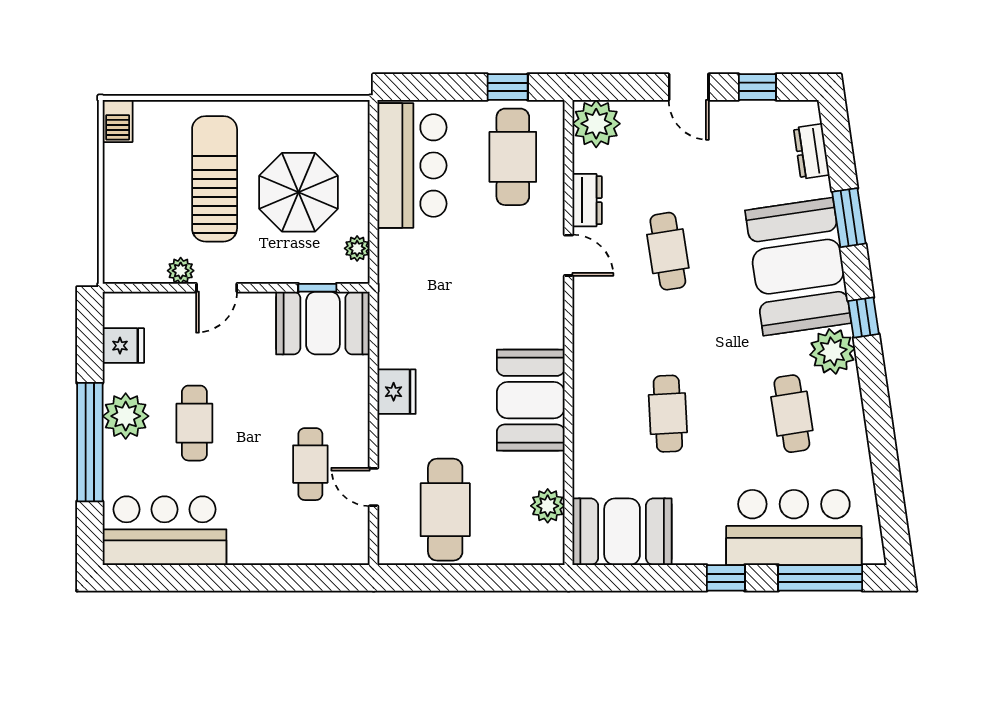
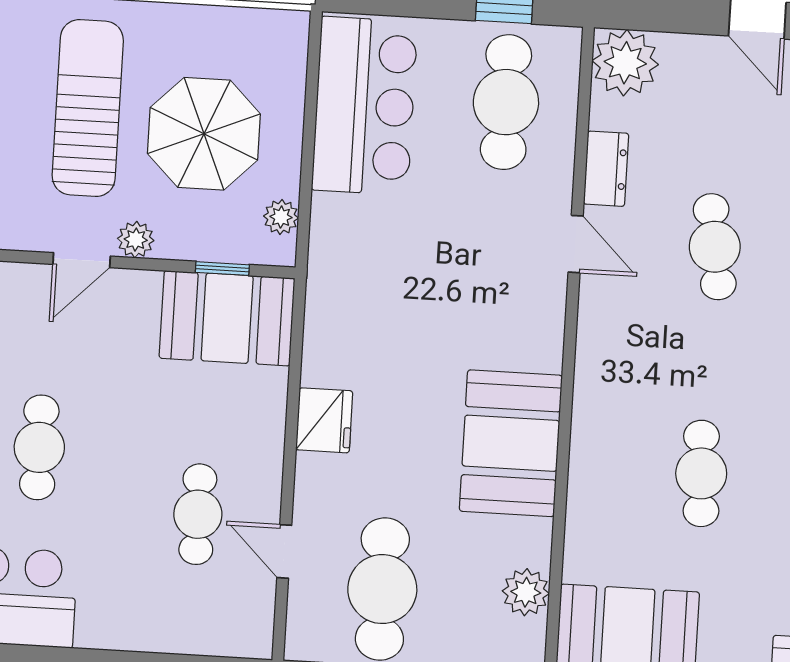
plant: (181, 271) -> (136, 240), moved

